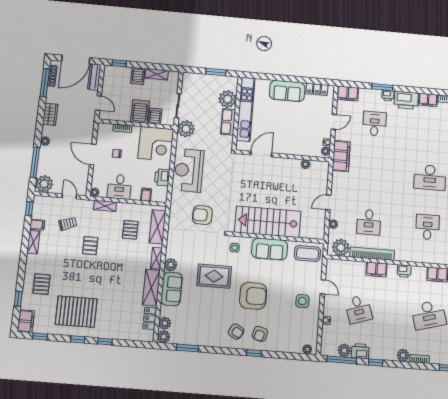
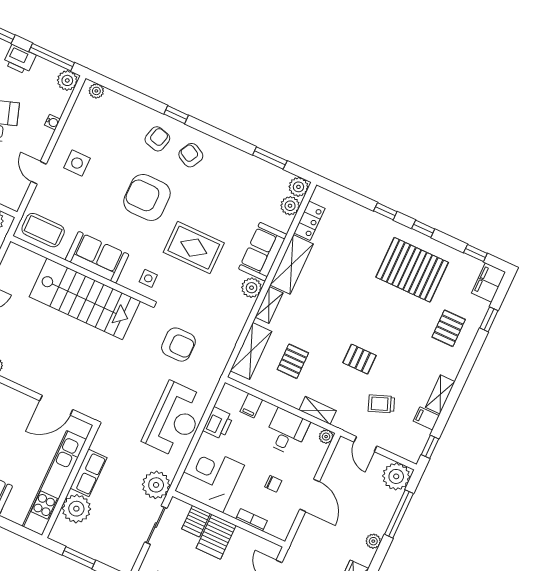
pallet: (90, 246) -> (359, 359), turned 90
plant: (344, 350) -> (67, 80), moved

